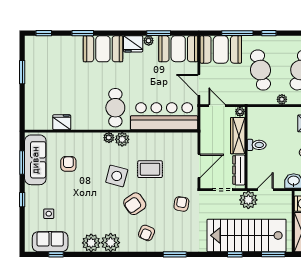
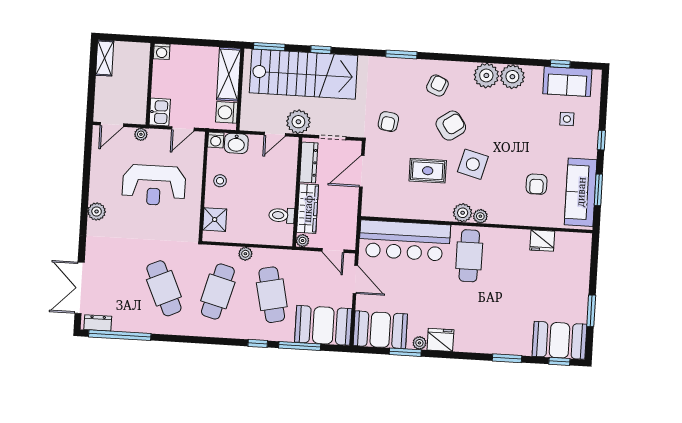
booth: (103, 49) -> (560, 340), moved
toilet: (257, 145) -> (282, 215), moved

